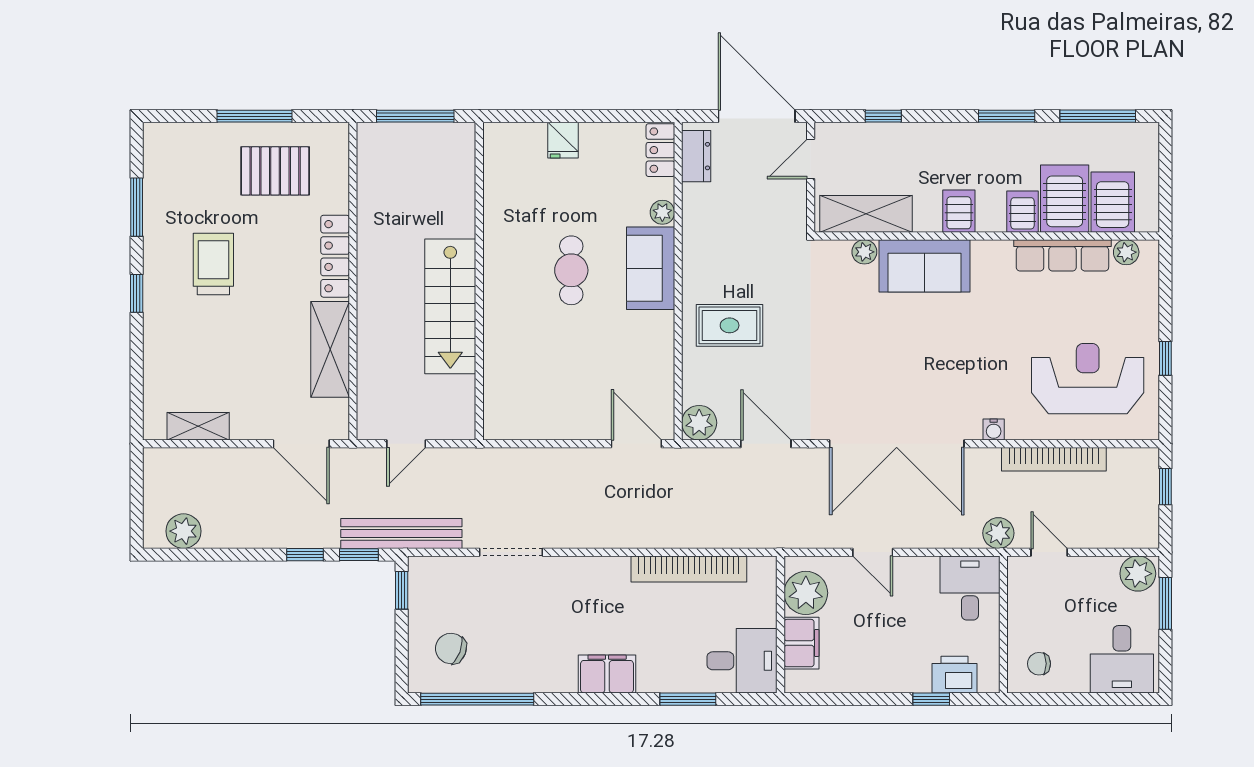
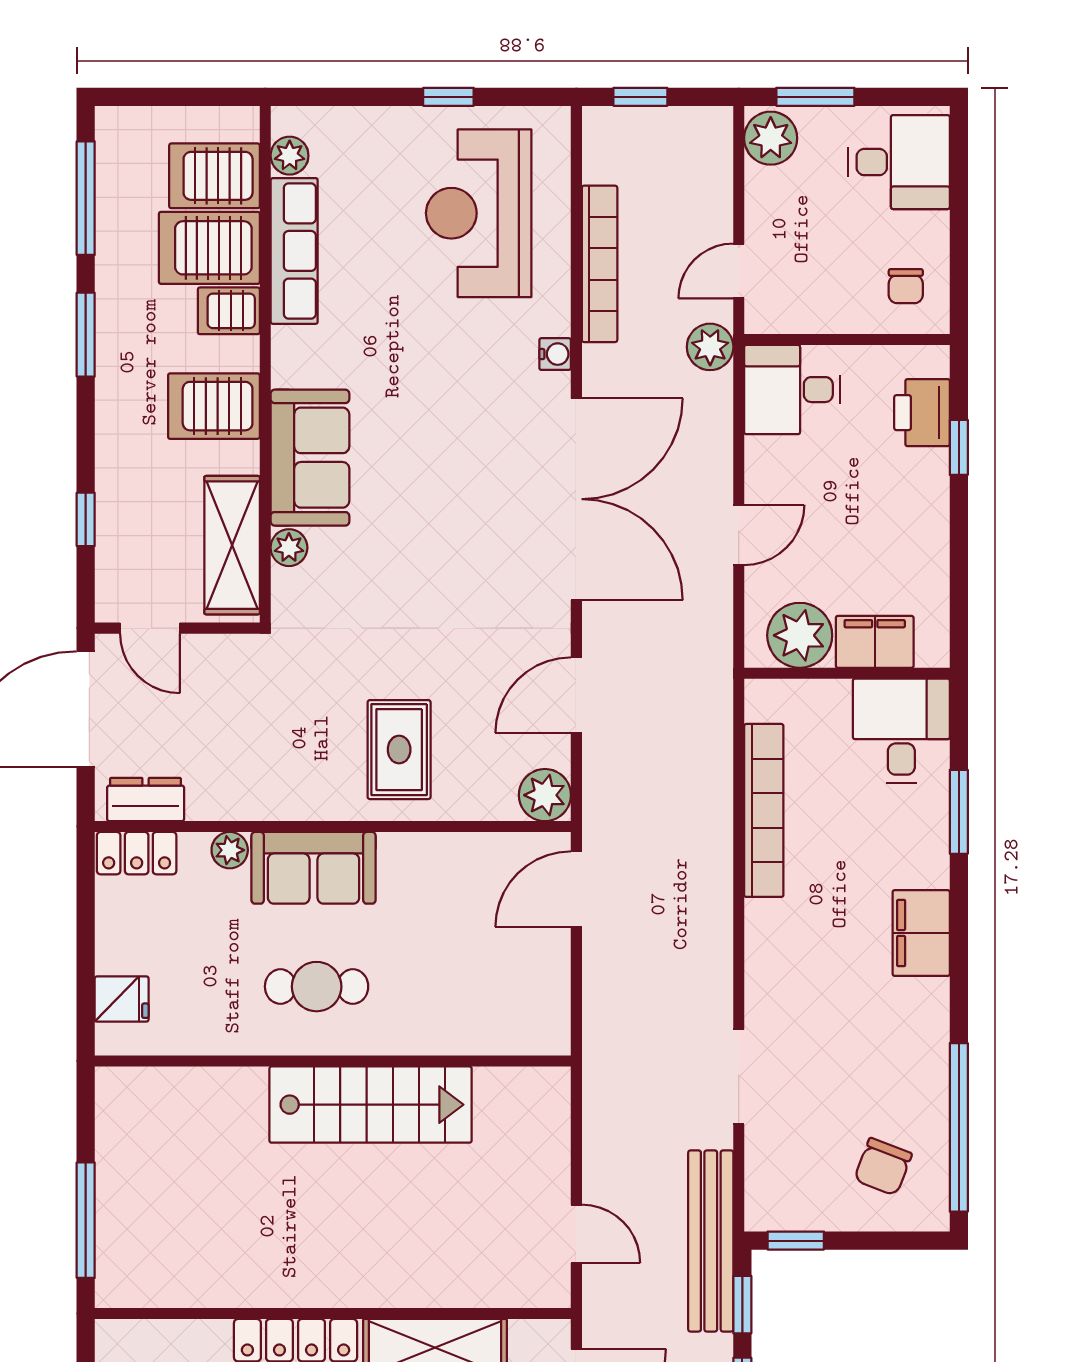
server rack: (959, 211) -> (214, 406), width x1.36, depth x1.44
wall: (479, 281) -> (333, 1061), moved
stairs: (450, 306) -> (371, 1105), moved

